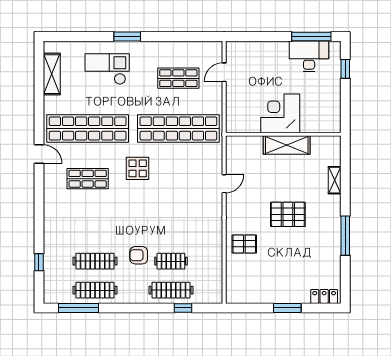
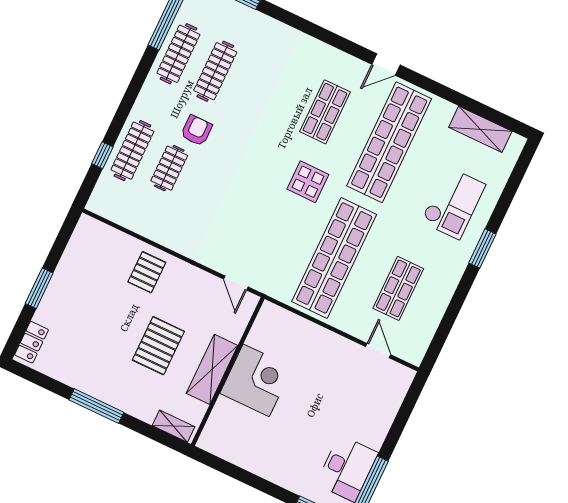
corner desk: (280, 113) -> (256, 380), moved
wall: (283, 134) -> (228, 372), moved
shelving: (287, 145) -> (212, 369), moved

